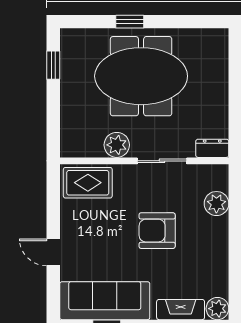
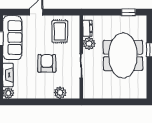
dresser: (212, 148) -> (87, 28), moved
rug: (88, 183) -> (60, 31), moved

